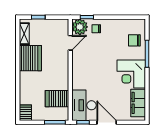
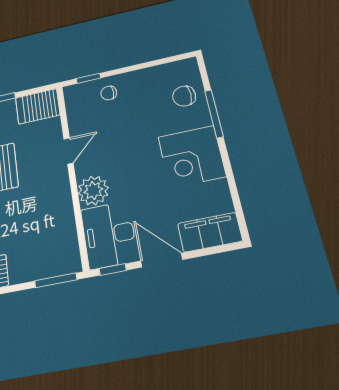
plant: (80, 27) -> (93, 191), moved
door: (70, 43) -> (69, 151), moved
server rack: (57, 99) -> (38, 106), moved
filing cabinet: (138, 103) -> (210, 232), moved, turned 90

